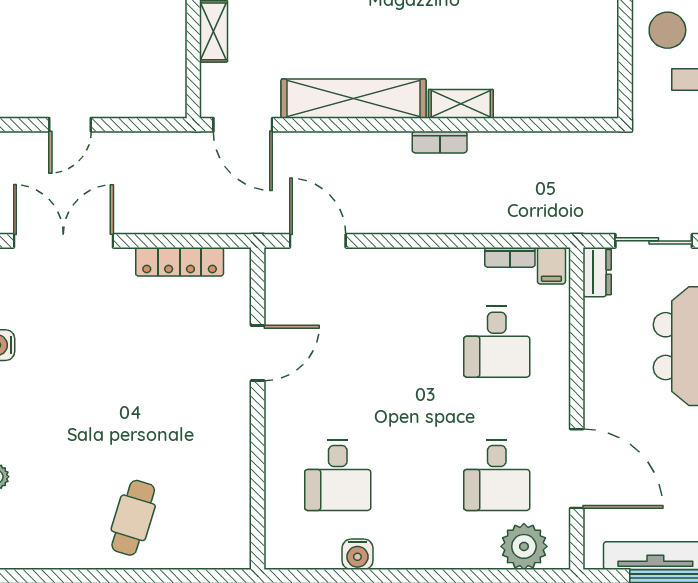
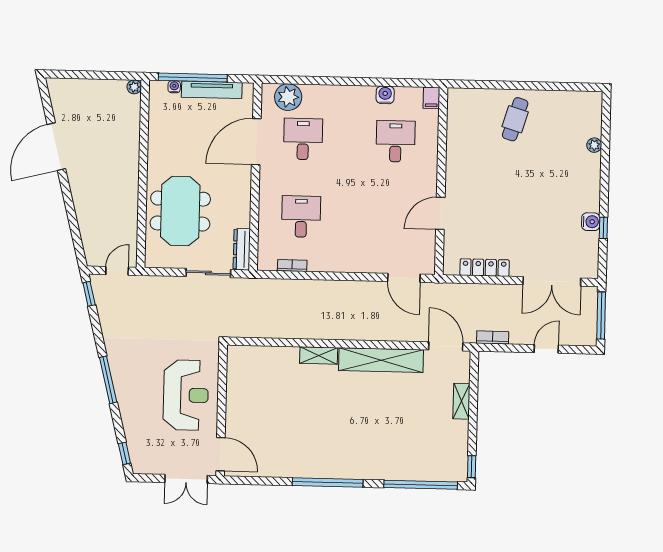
bookcase: (440, 142) -> (493, 337), moved
filing cabinet: (551, 266) -> (431, 98), moved, turned 180
dresser: (597, 272) -> (242, 249), width x1.44
door: (577, 469) -> (256, 142), hinge flipped

